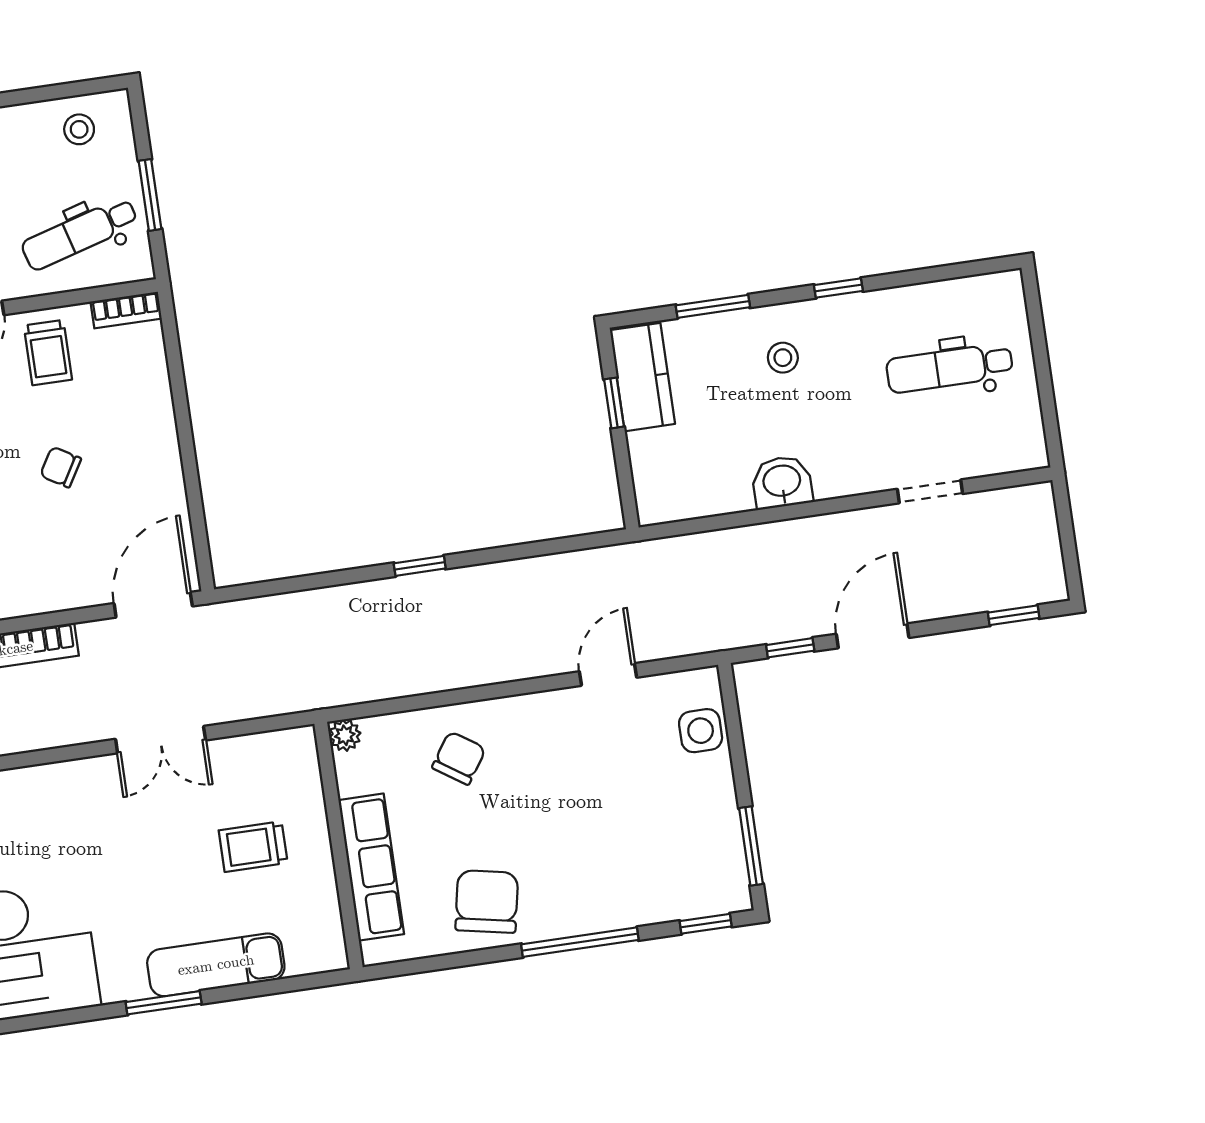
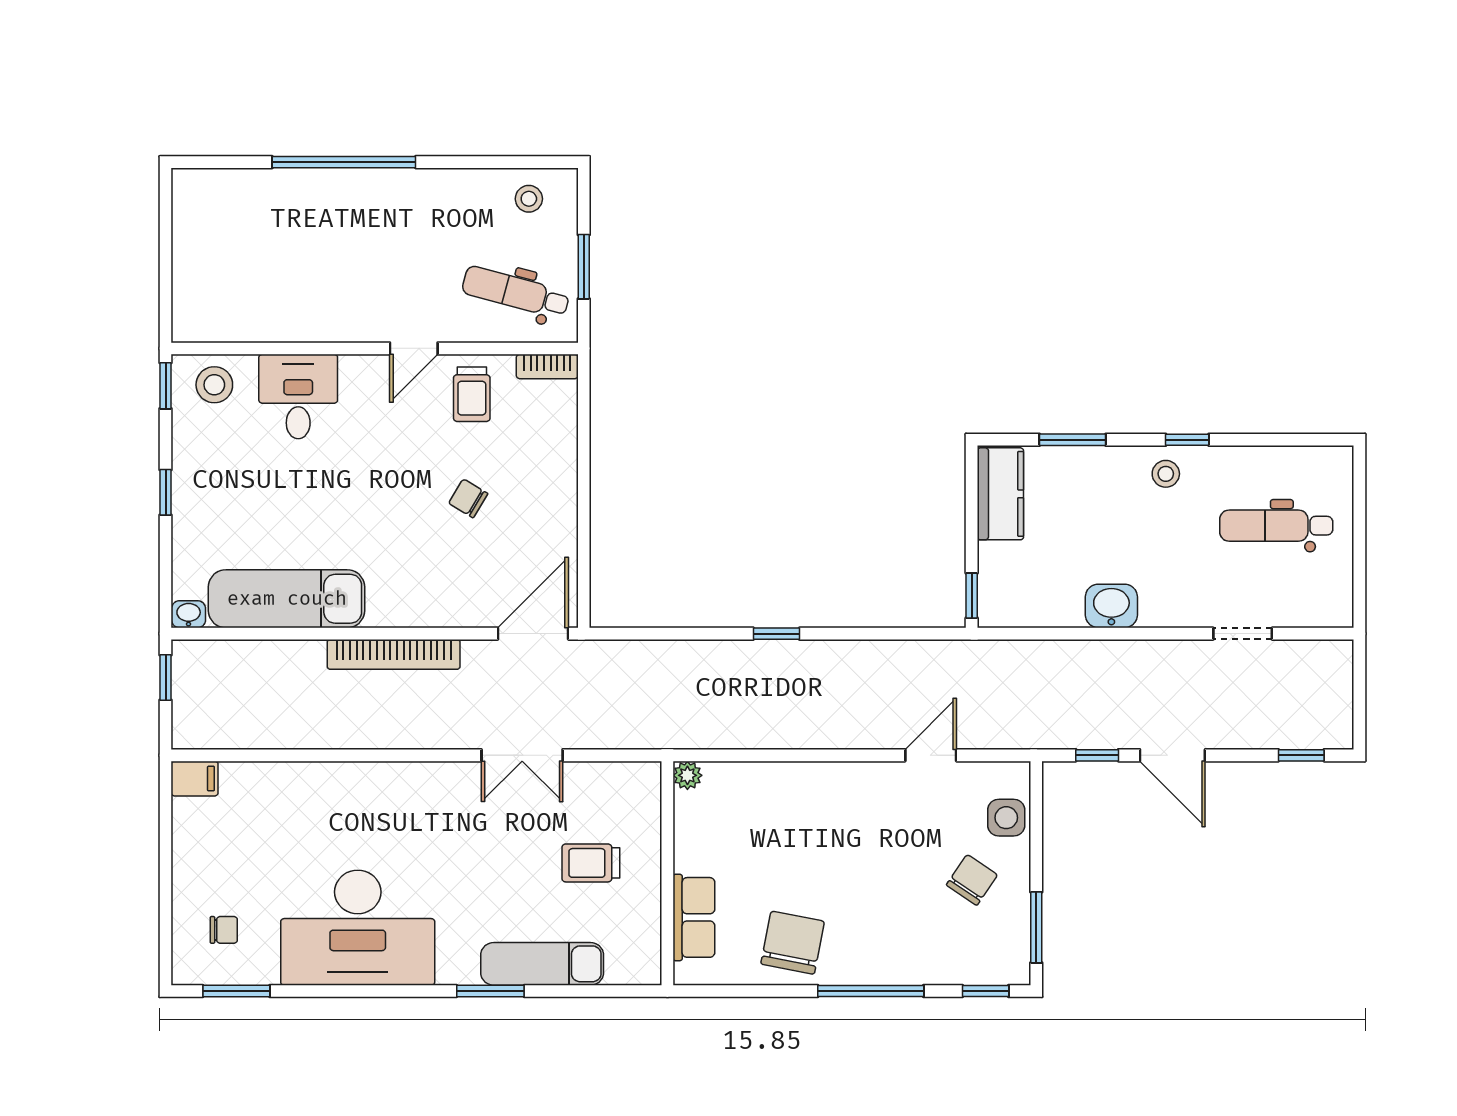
dental chair: (80, 234) -> (516, 292), turned 31
stool: (783, 358) -> (1166, 474), moved
window: (614, 403) -> (972, 596), moved
door: (873, 636) -> (1172, 755), swing flipped
chair: (459, 758) -> (972, 880), moved
row of seats: (371, 867) -> (694, 917), width x0.68

